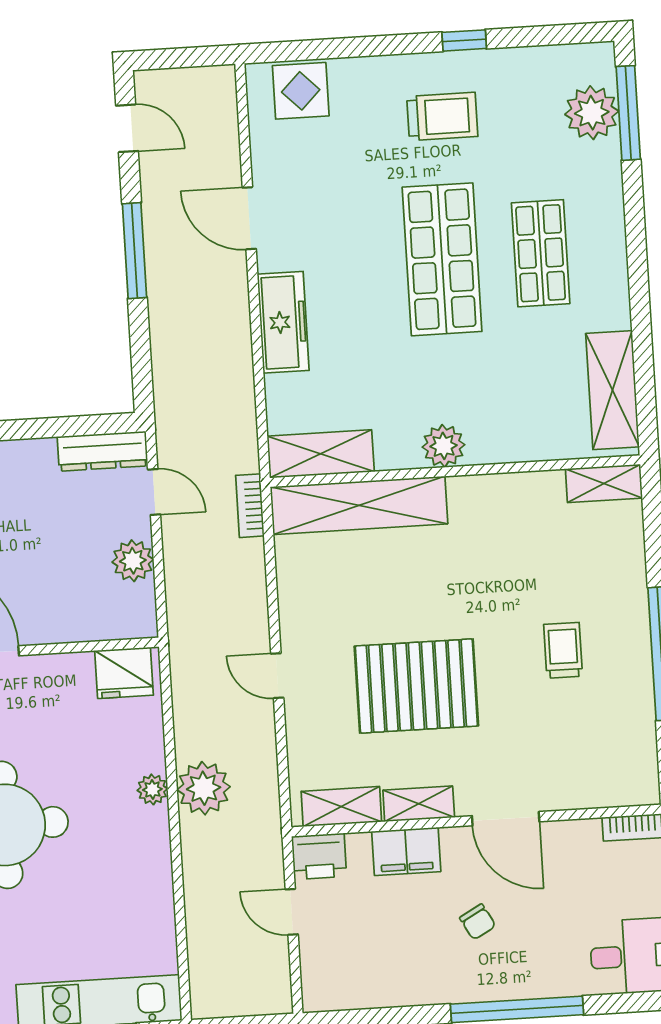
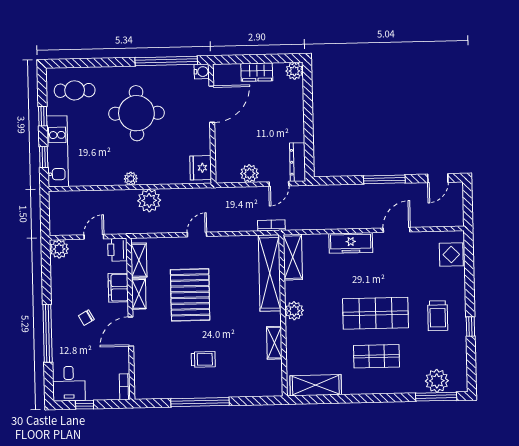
shelving: (604, 483) -> (274, 343), moved
plant: (152, 789) -> (131, 179), moved
plant: (323, 990) -> (59, 249), added

